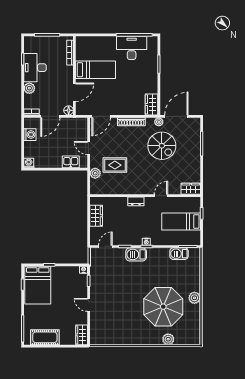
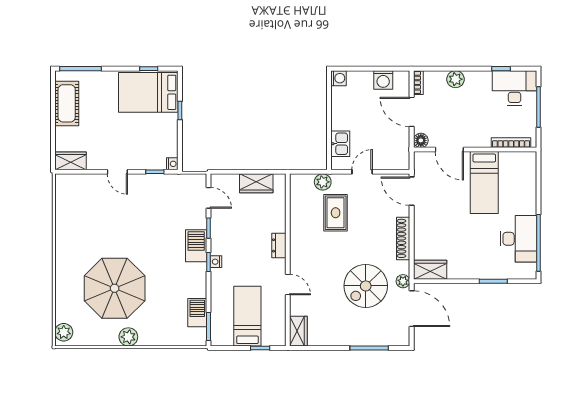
desk: (35, 68) -> (515, 88), moved
door: (89, 305) -> (117, 172), swing flipped
plant: (168, 339) -> (64, 332), moved

